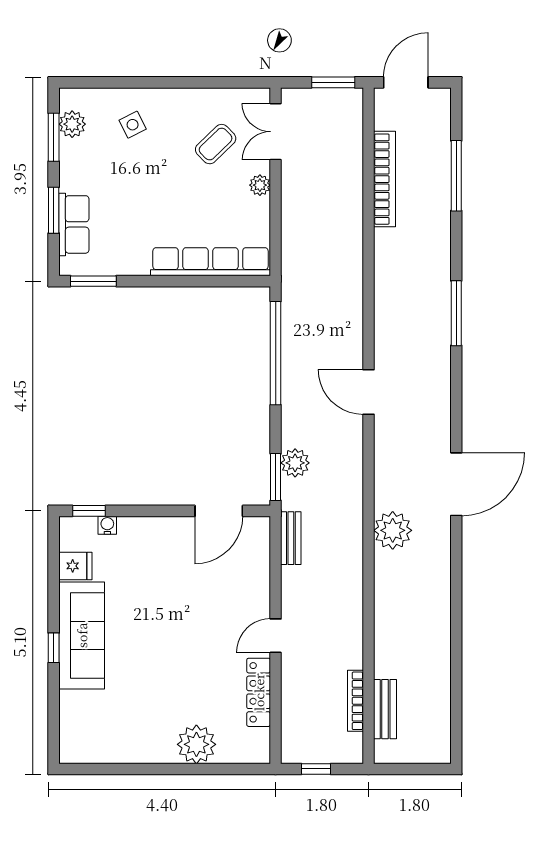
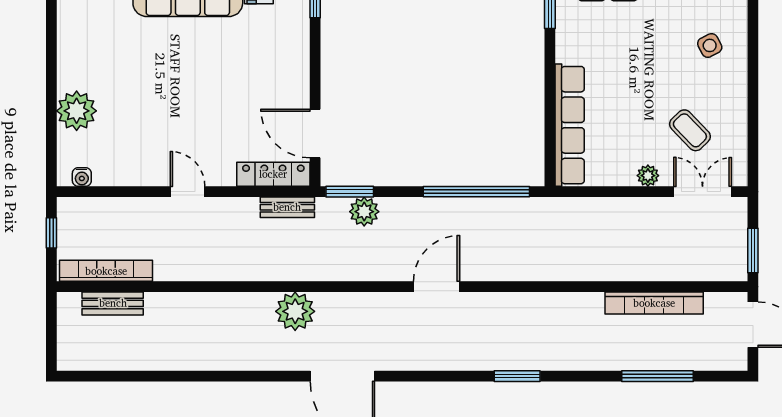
window: (456, 313) -> (517, 376), width x0.69
water cooler: (107, 525) -> (82, 177), moved, turned 90
locker: (259, 692) -> (273, 174), moved
bookcase: (355, 701) -> (106, 271), width x1.48, depth x1.31

